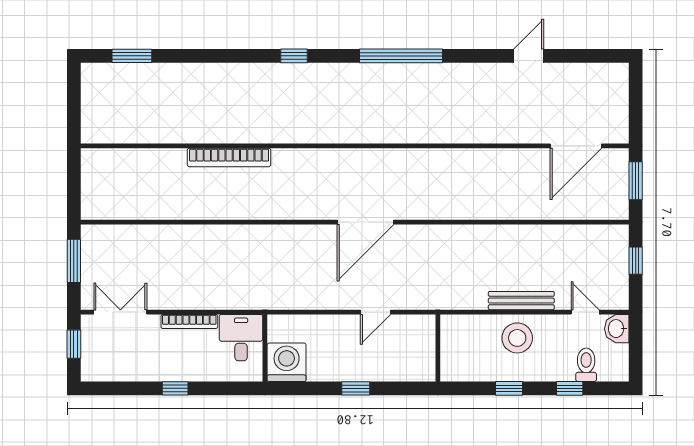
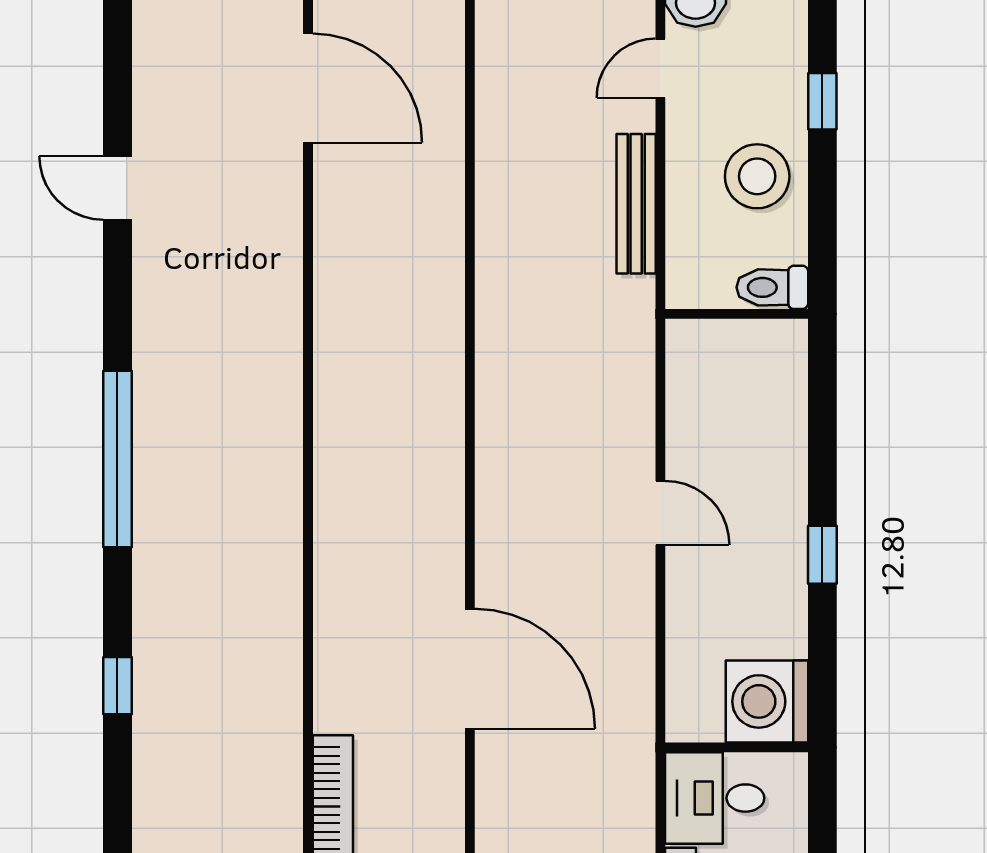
door: (365, 222) -> (470, 669), moved
stool: (517, 338) -> (757, 176), moved
wall: (438, 348) -> (737, 314), moved
toilet: (586, 365) -> (772, 287), moved
window: (509, 388) -> (822, 230), removed

